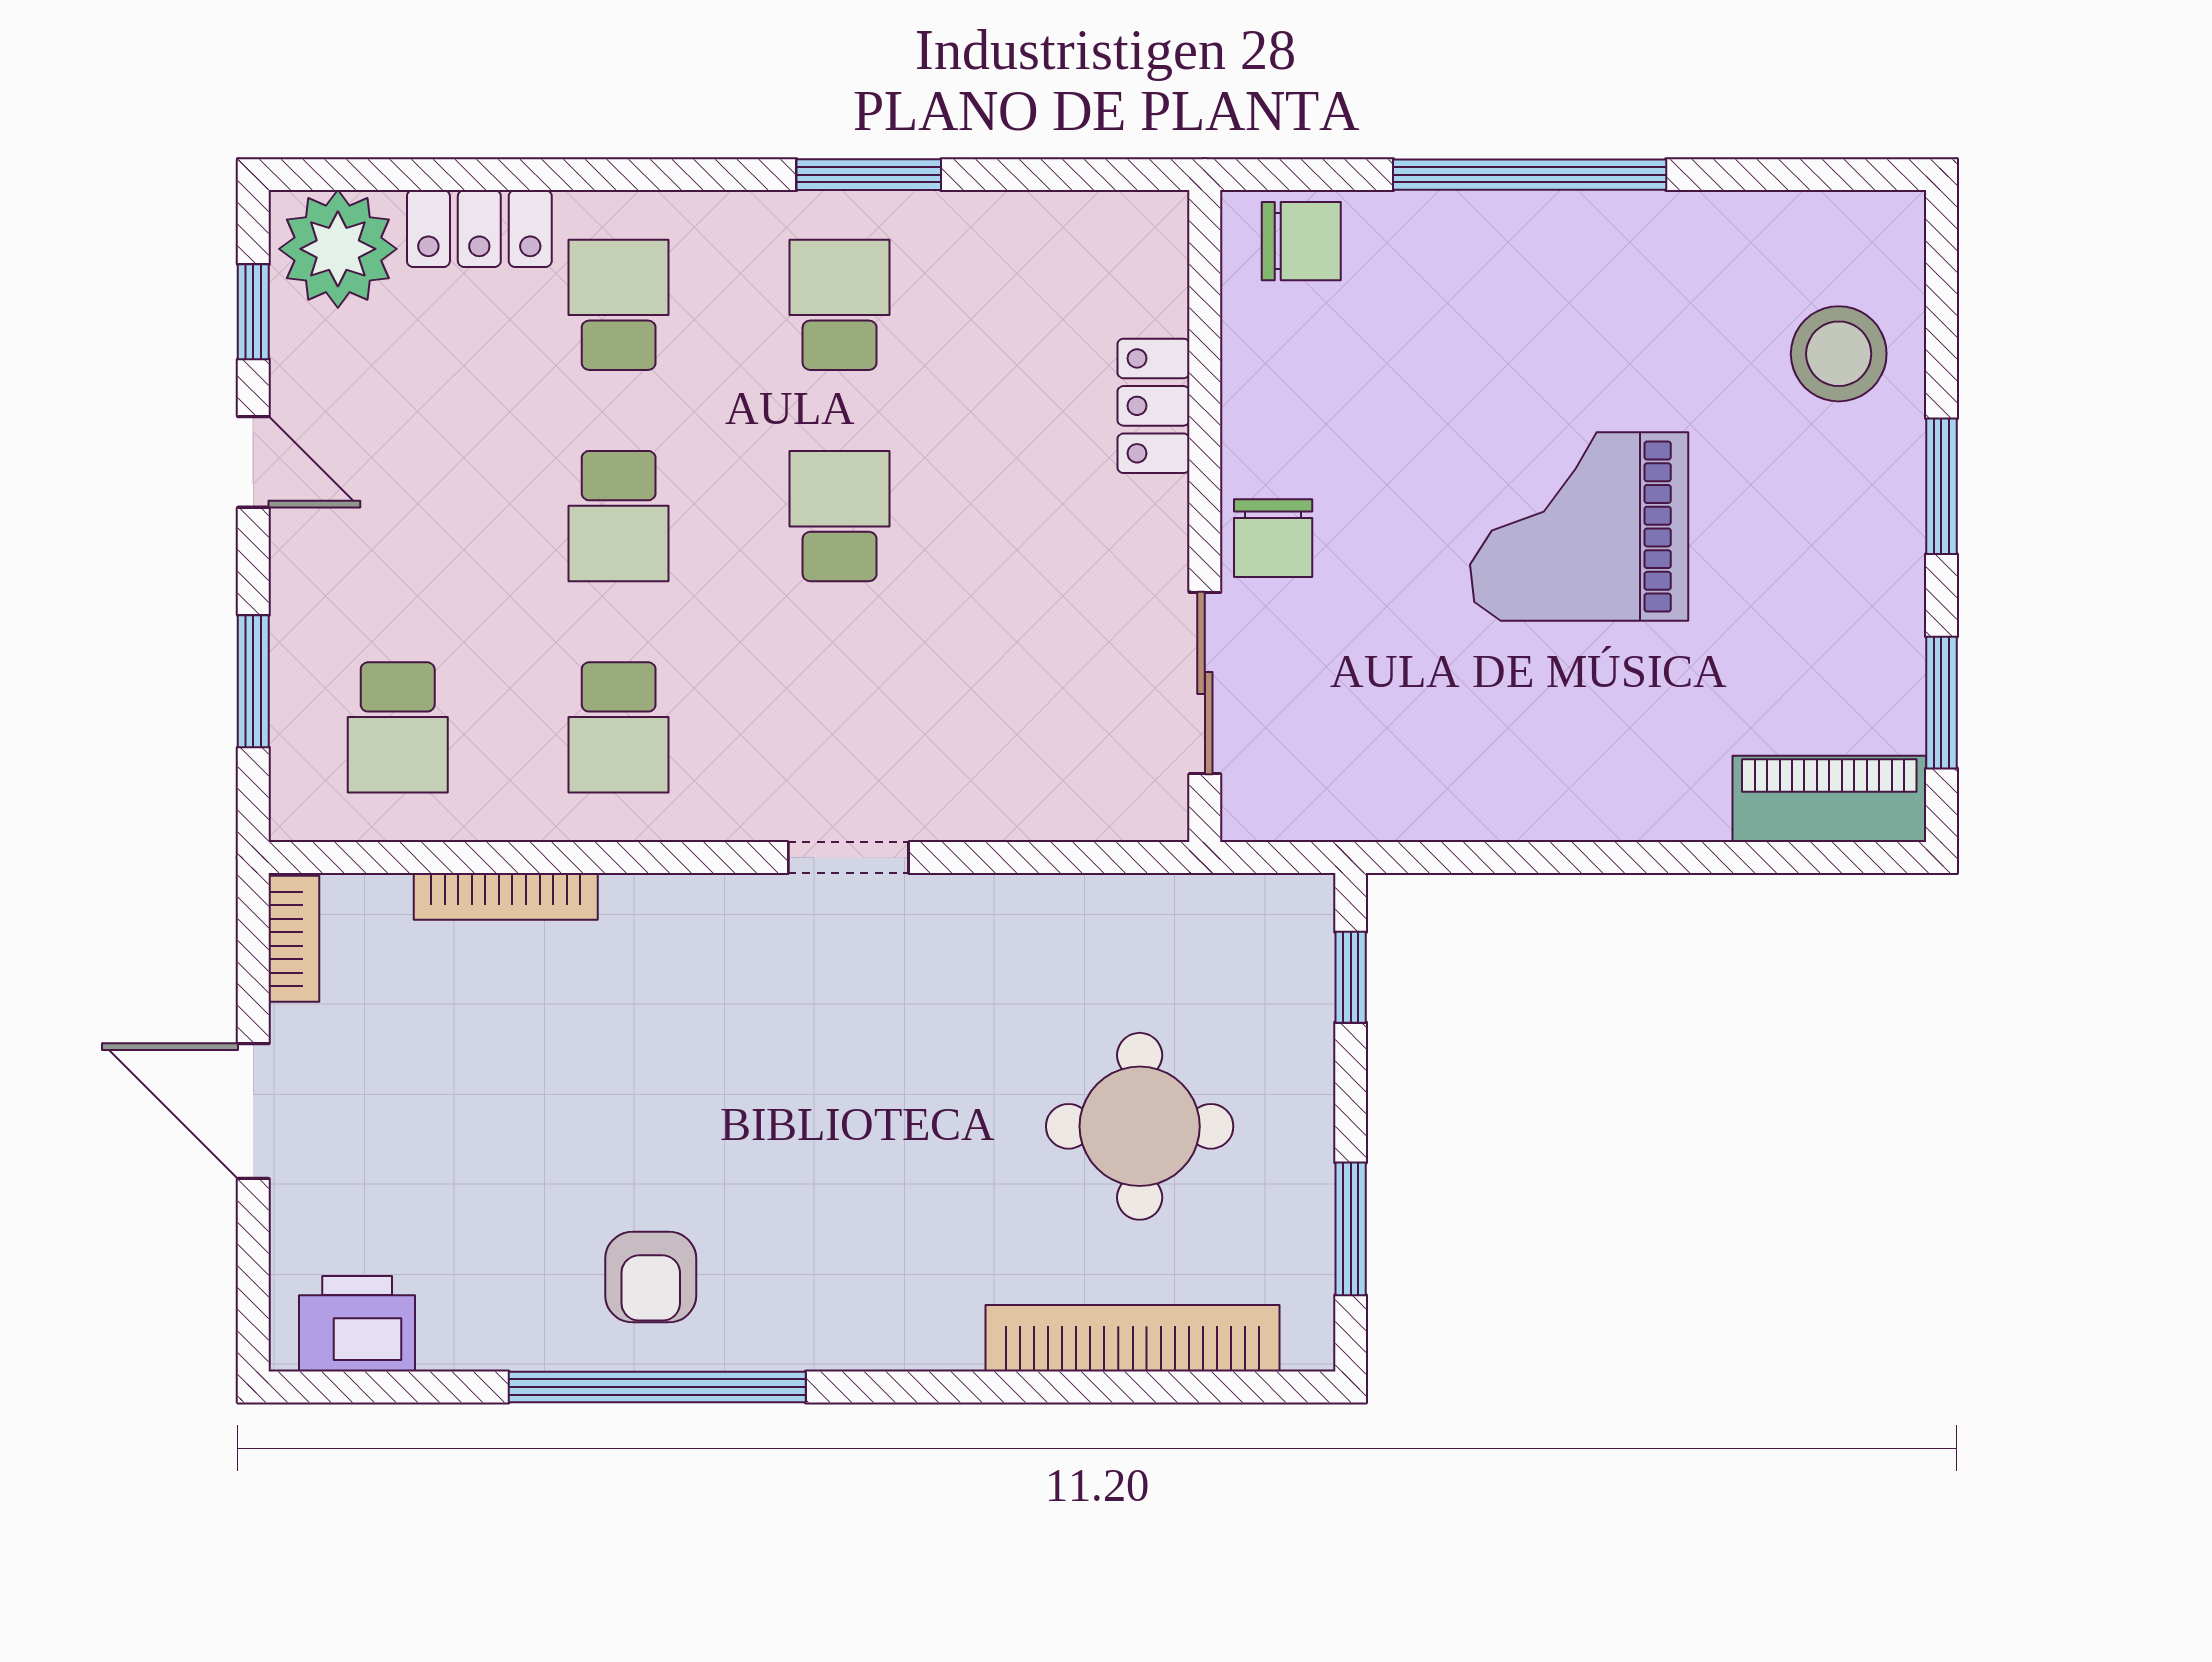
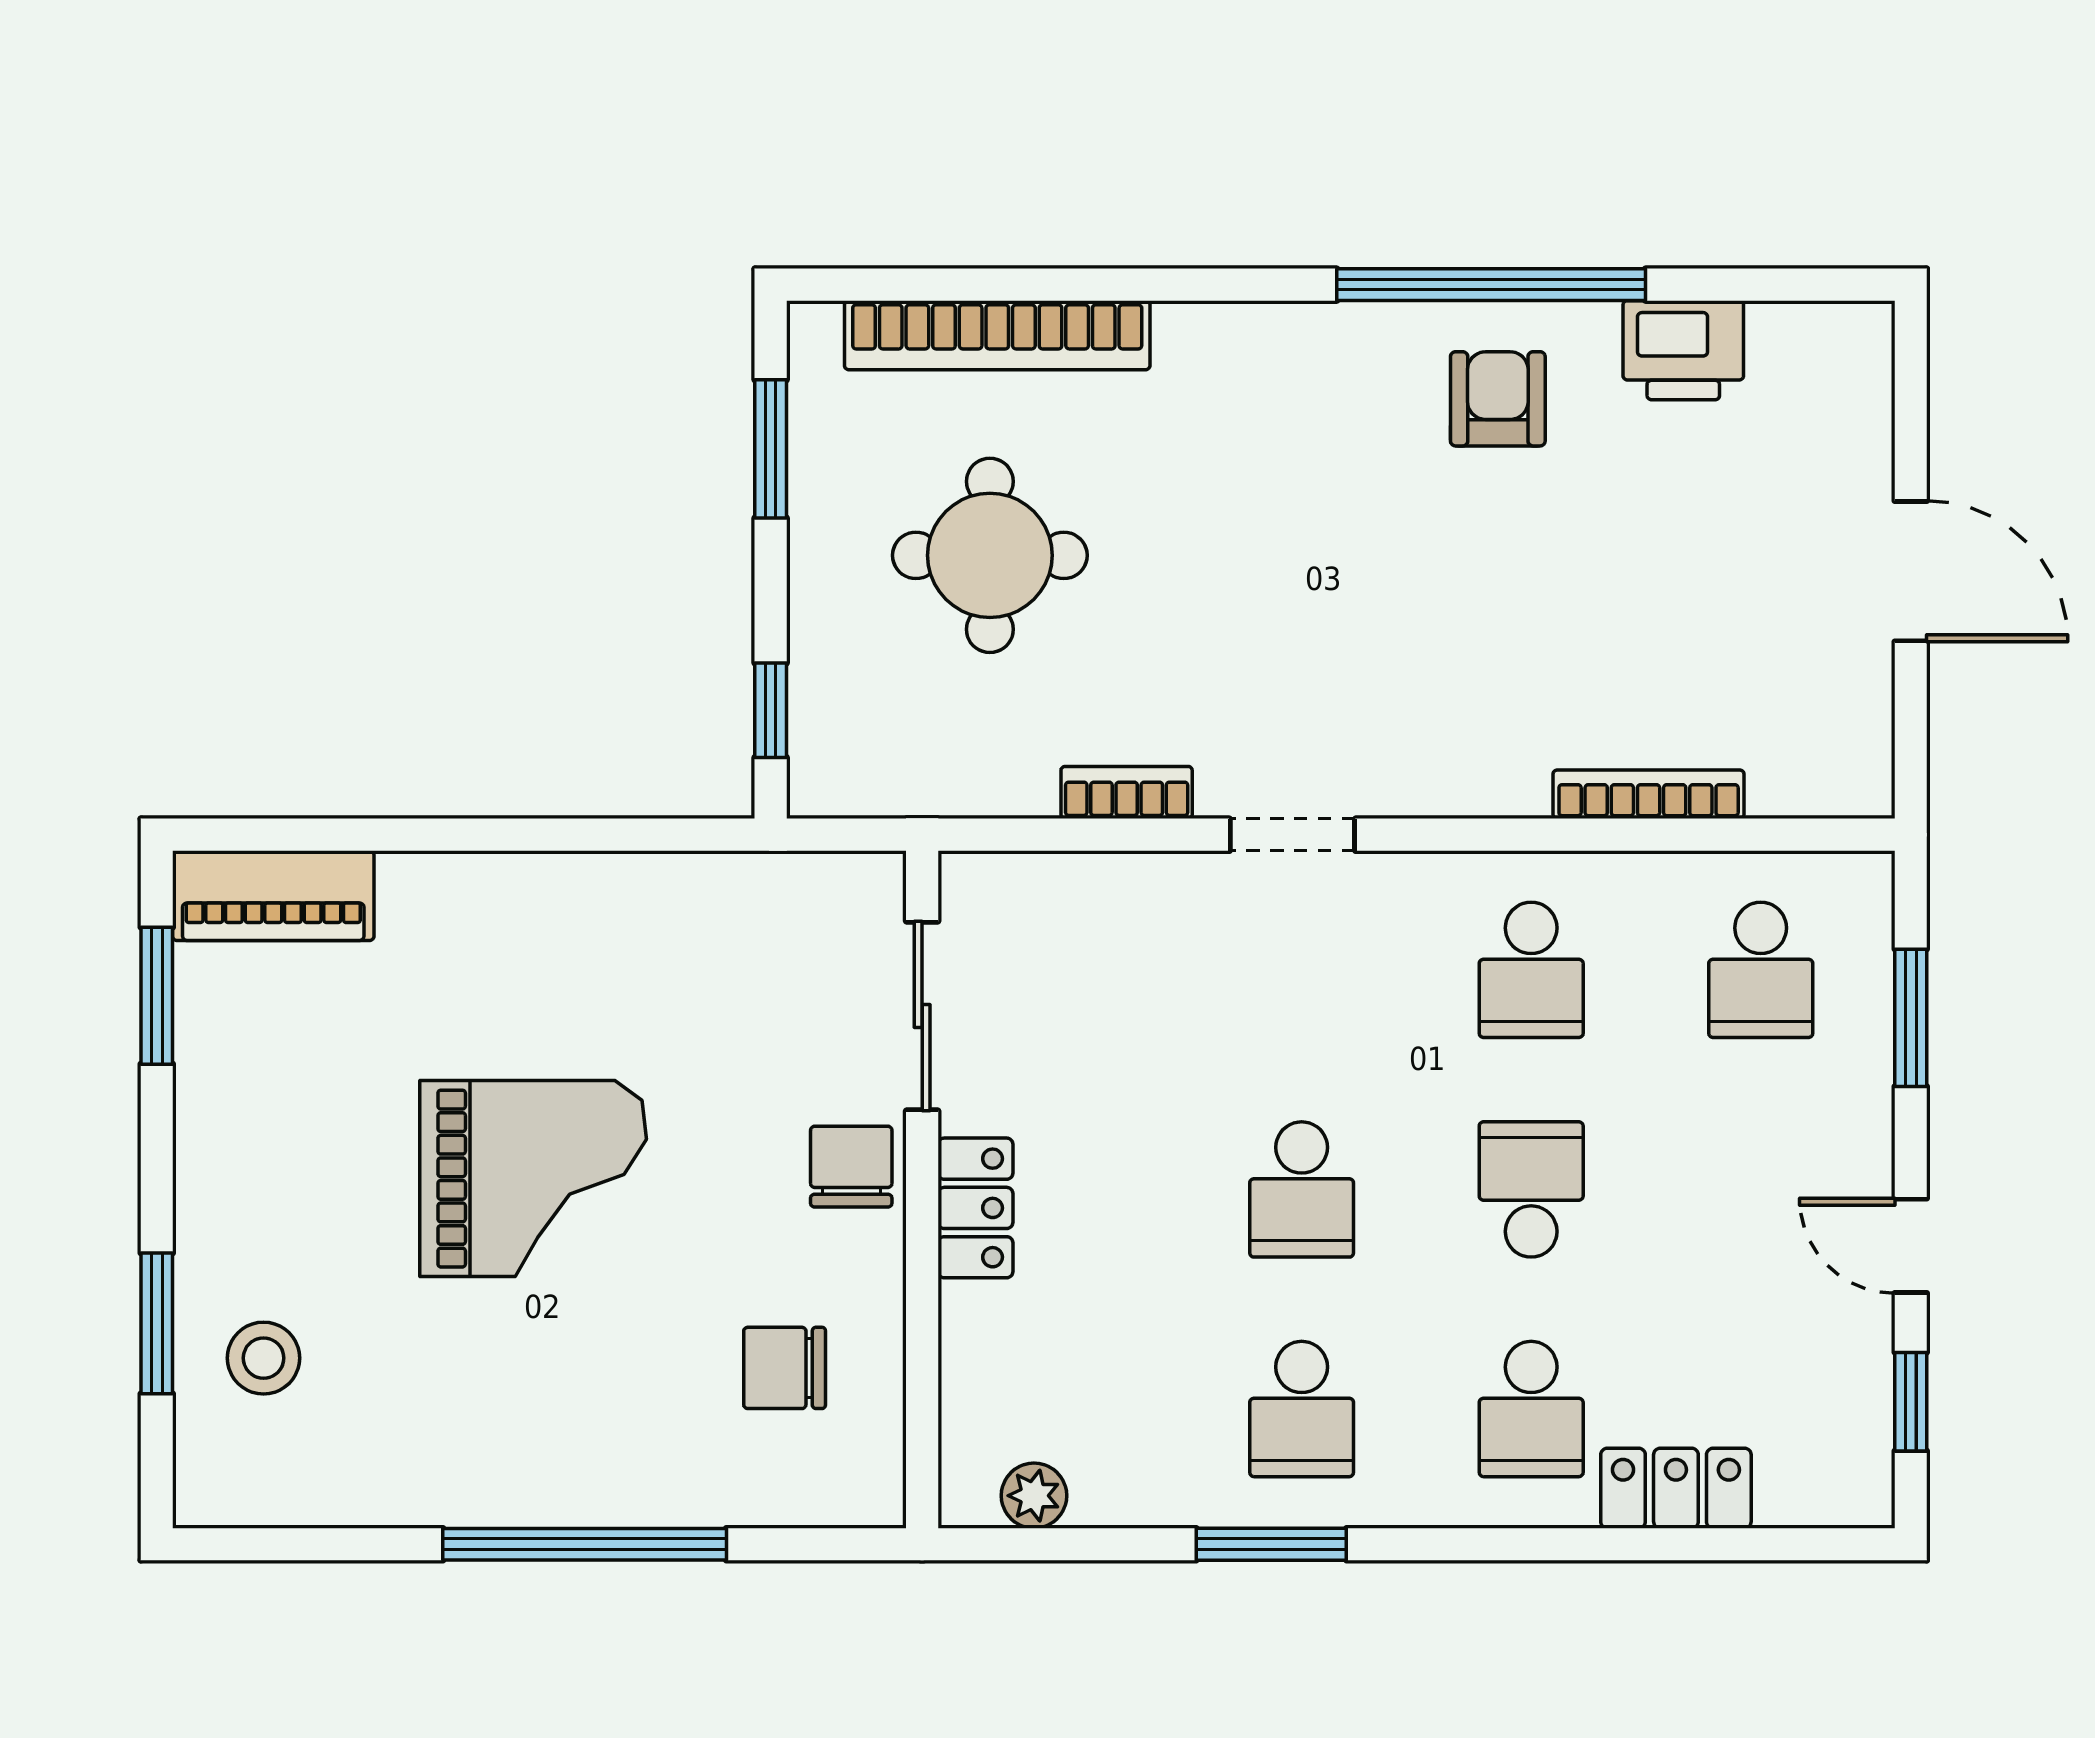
chair: (1301, 241) -> (785, 1368), moved
plant: (338, 249) -> (1034, 1496), moved, width x0.53, depth x0.53
stool: (1839, 354) -> (264, 1358), width x0.73, depth x0.73
locker: (1154, 406) -> (975, 1208), moved
window: (1941, 486) -> (157, 1323), moved
school desk: (398, 727) -> (1761, 970), turned 180
school desk: (619, 727) -> (1531, 970), turned 180
bookcase: (294, 939) -> (1127, 792), moved, turned 90
printer: (357, 1324) -> (1683, 350), moved

